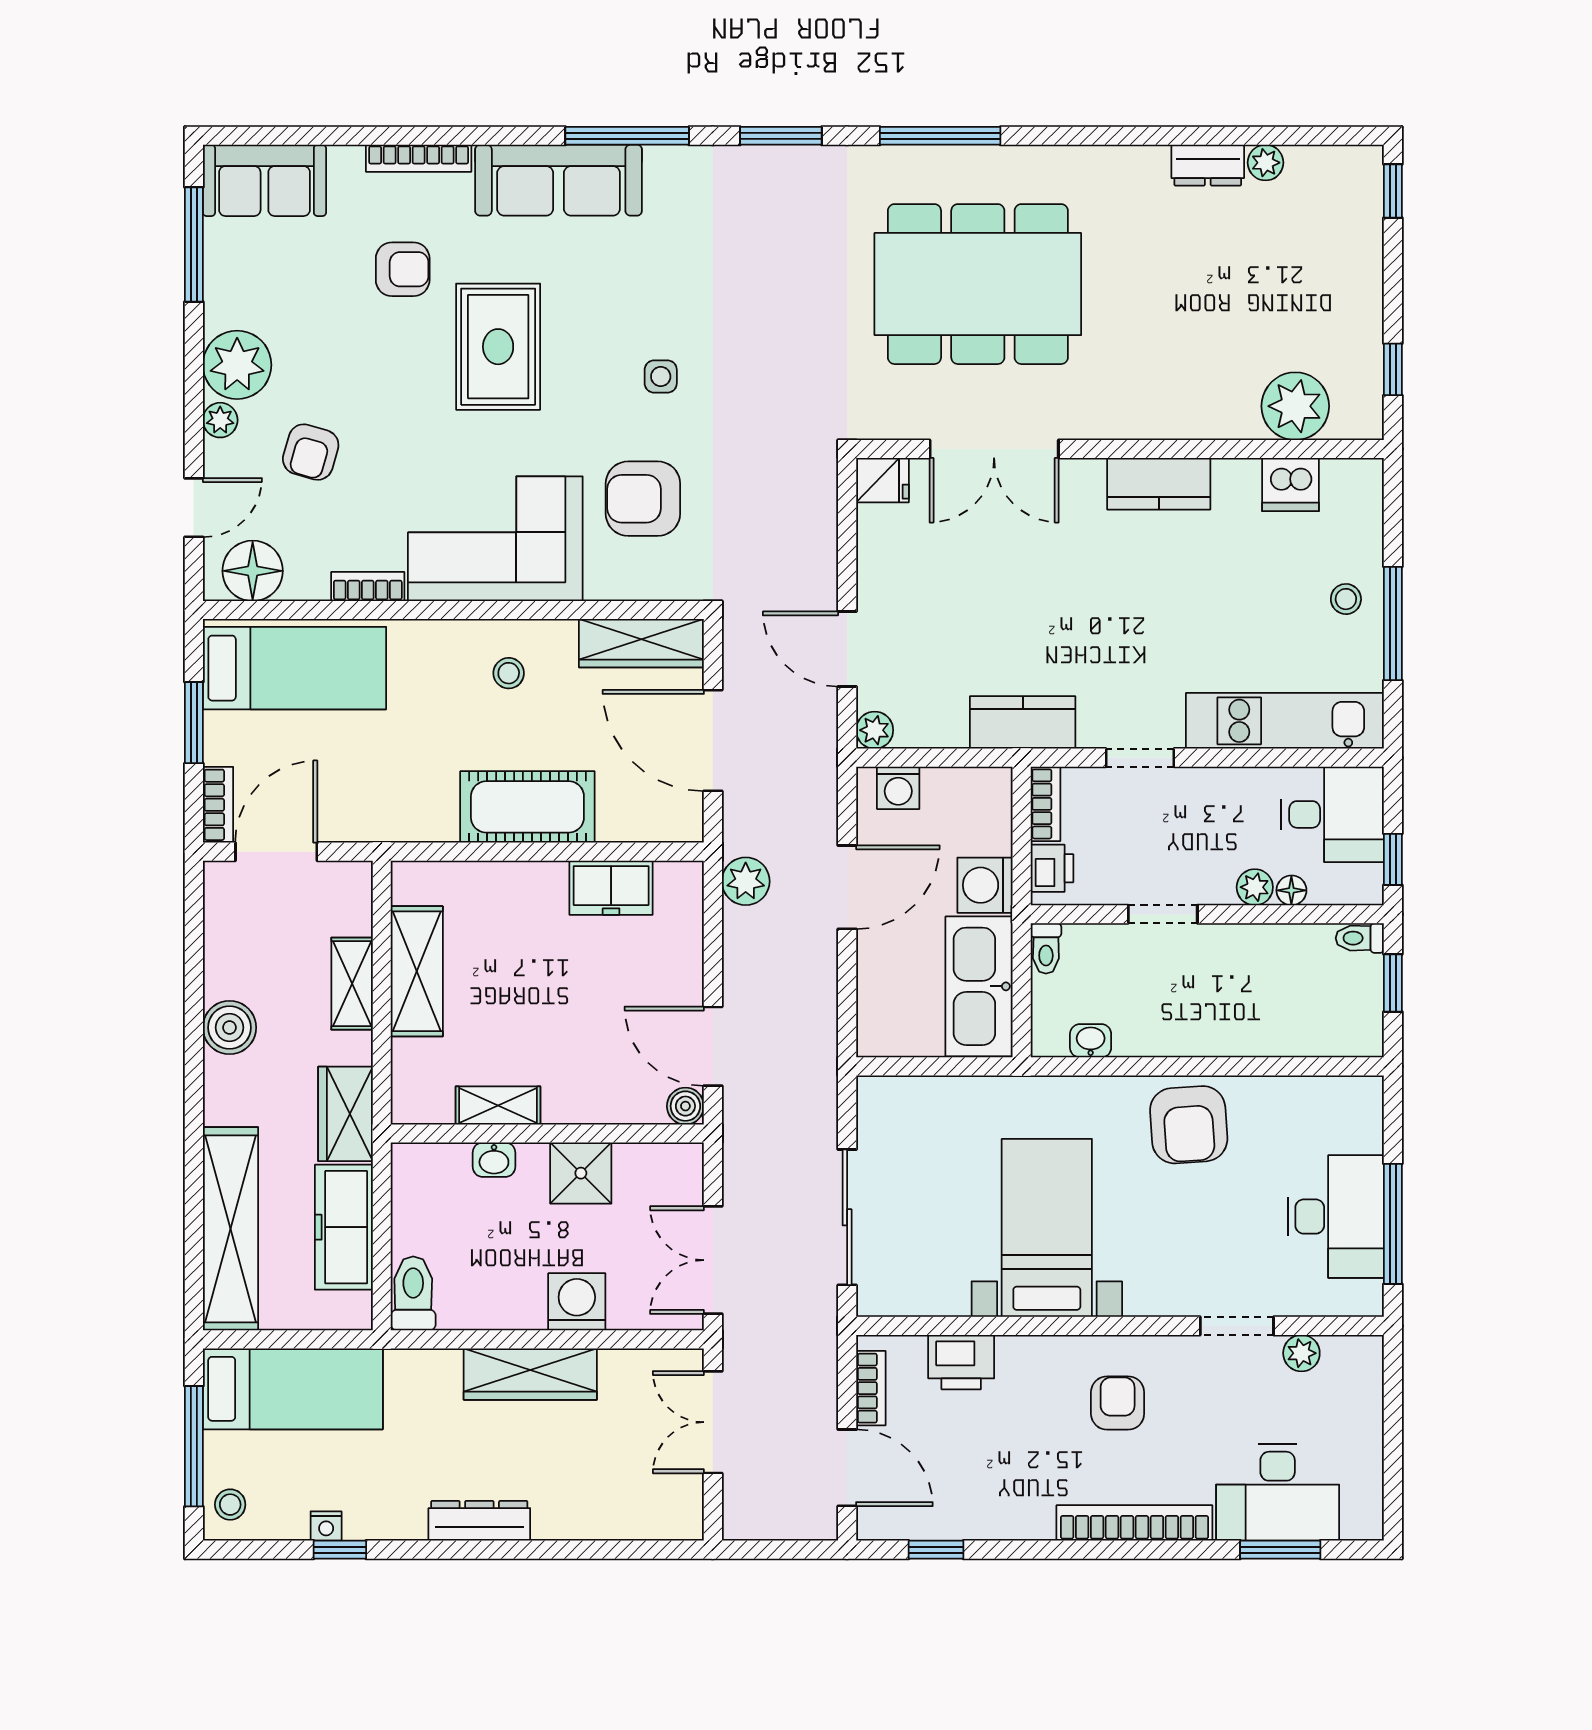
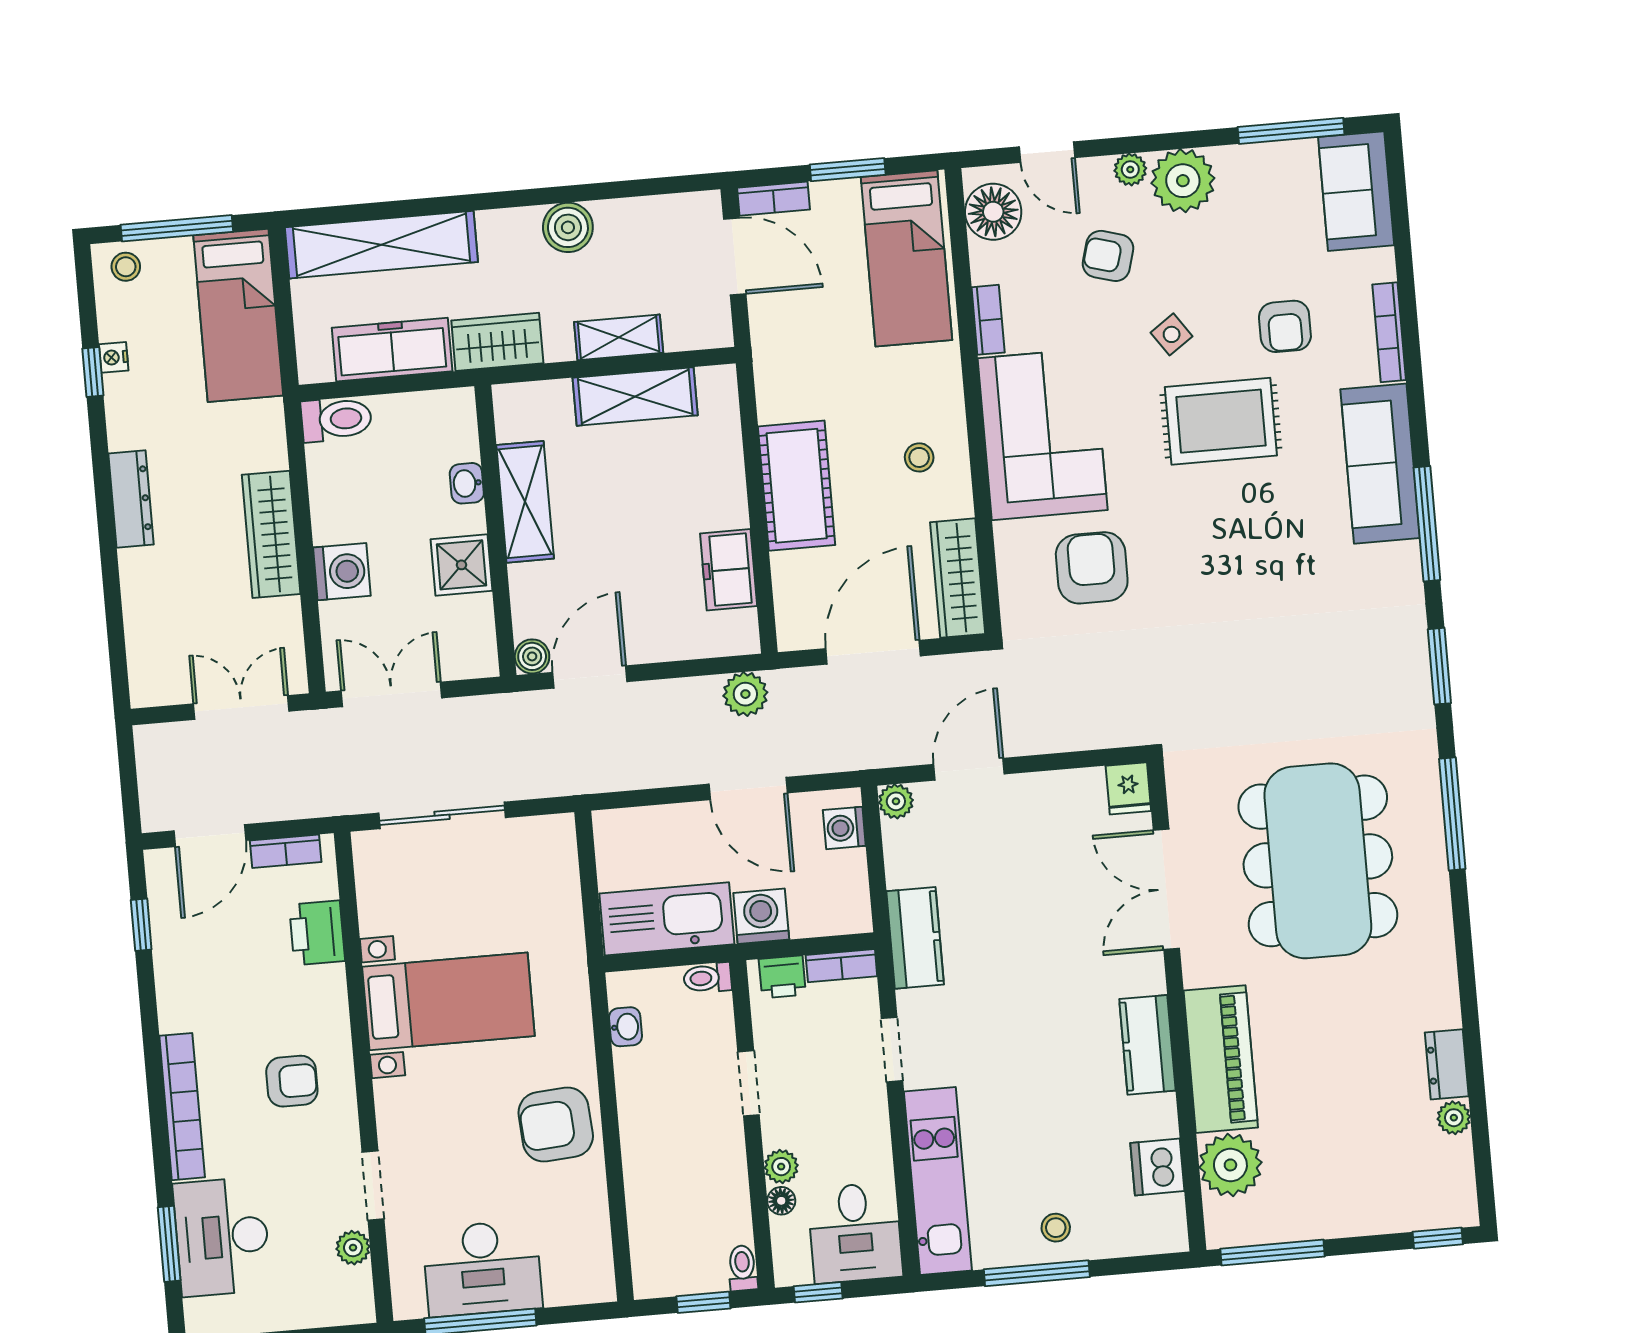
window: (1393, 369) -> (1272, 1253), width x2.17
side table: (661, 377) -> (1172, 334), moved, turned -35
piano: (1181, 407) -> (1221, 1059), added
shelving: (498, 1105) -> (525, 502), width x1.50, depth x1.33

